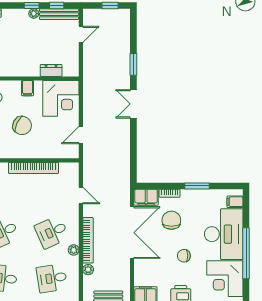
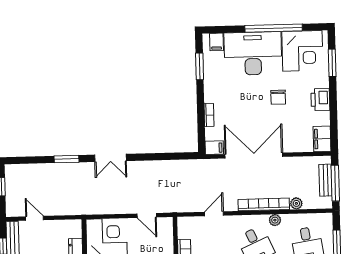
window: (197, 186) -> (200, 66), moved
filing cabinet: (146, 197) -> (214, 148), width x0.50
chair: (171, 220) -> (239, 112), removed

